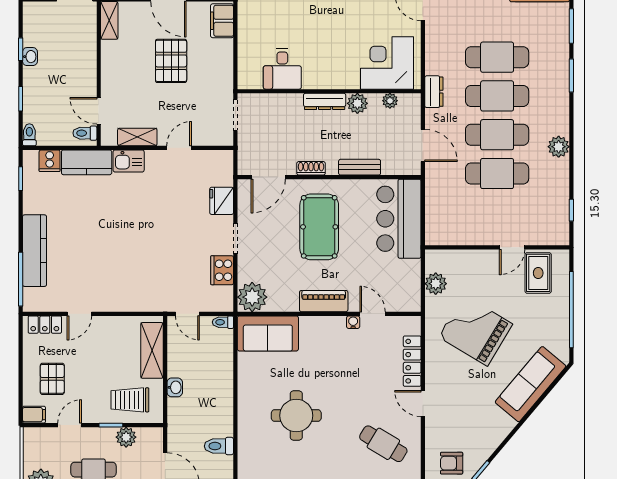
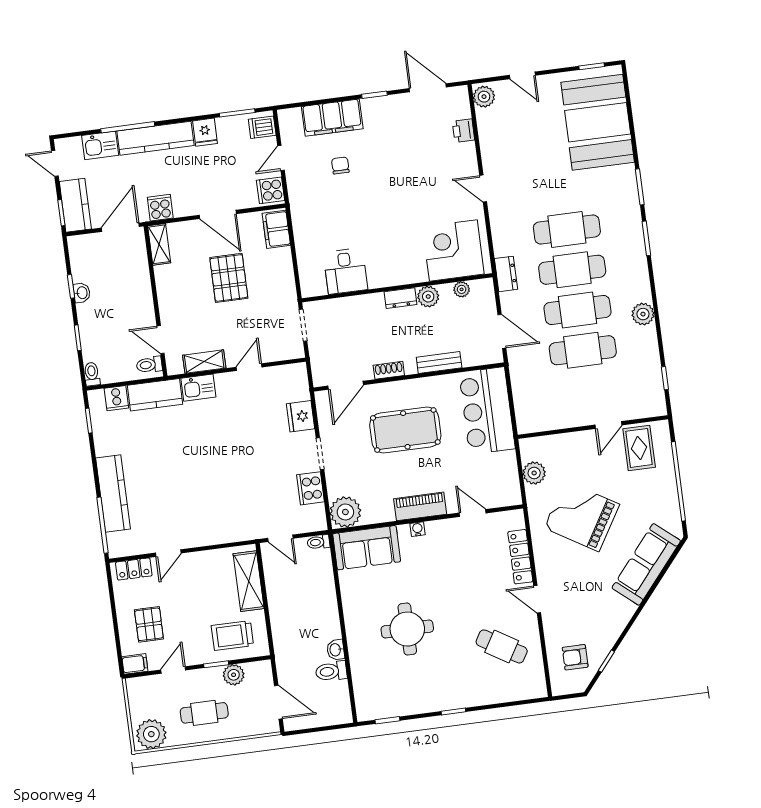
dresser: (325, 101) -> (400, 298), width x0.70
pool table: (319, 227) -> (405, 430), turned 90
water cooler: (353, 322) -> (418, 529), moved
washbasin: (175, 387) -> (336, 650), moved, turned 180

